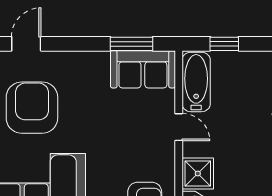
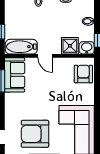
door: (179, 127) -> (45, 56), swing flipped

